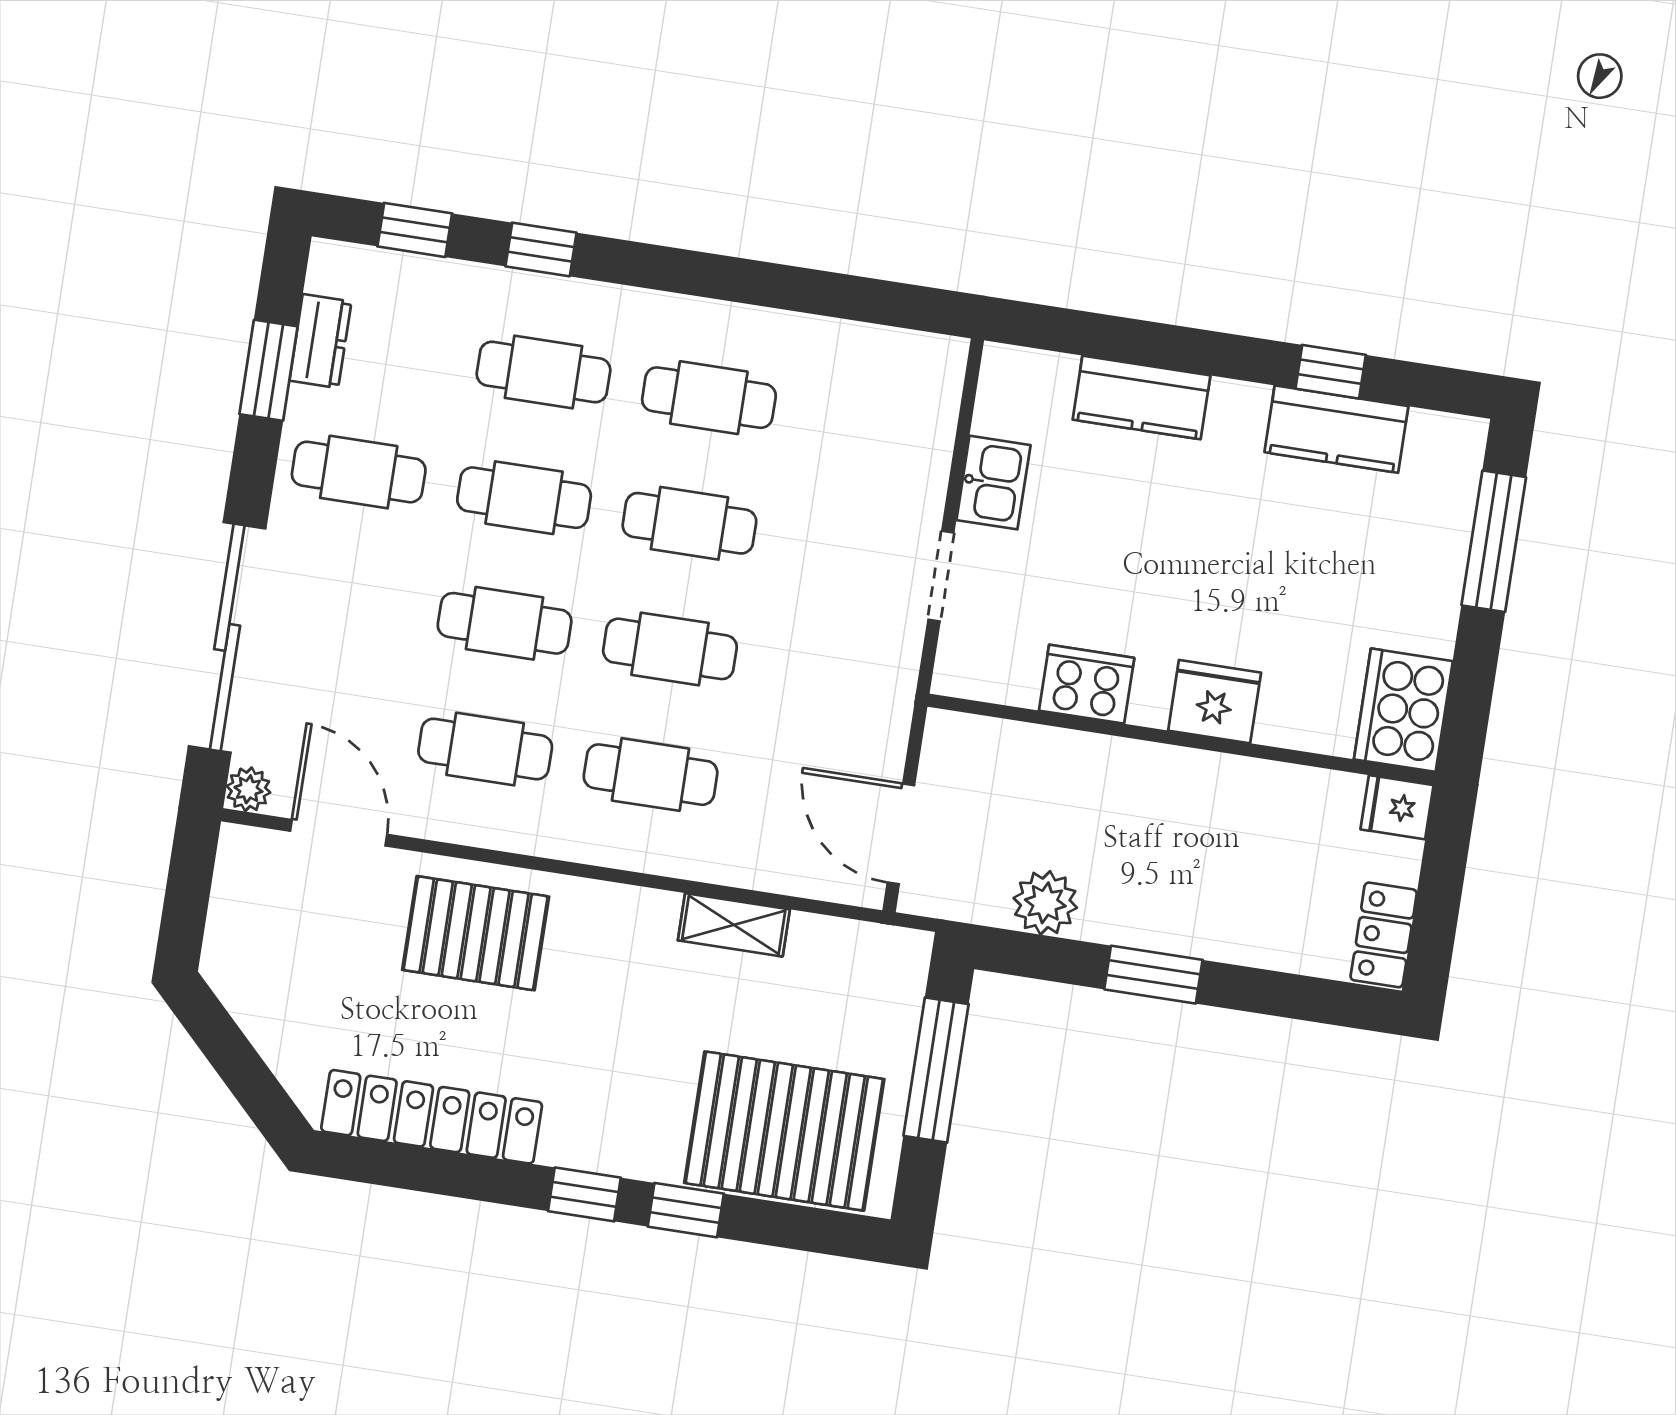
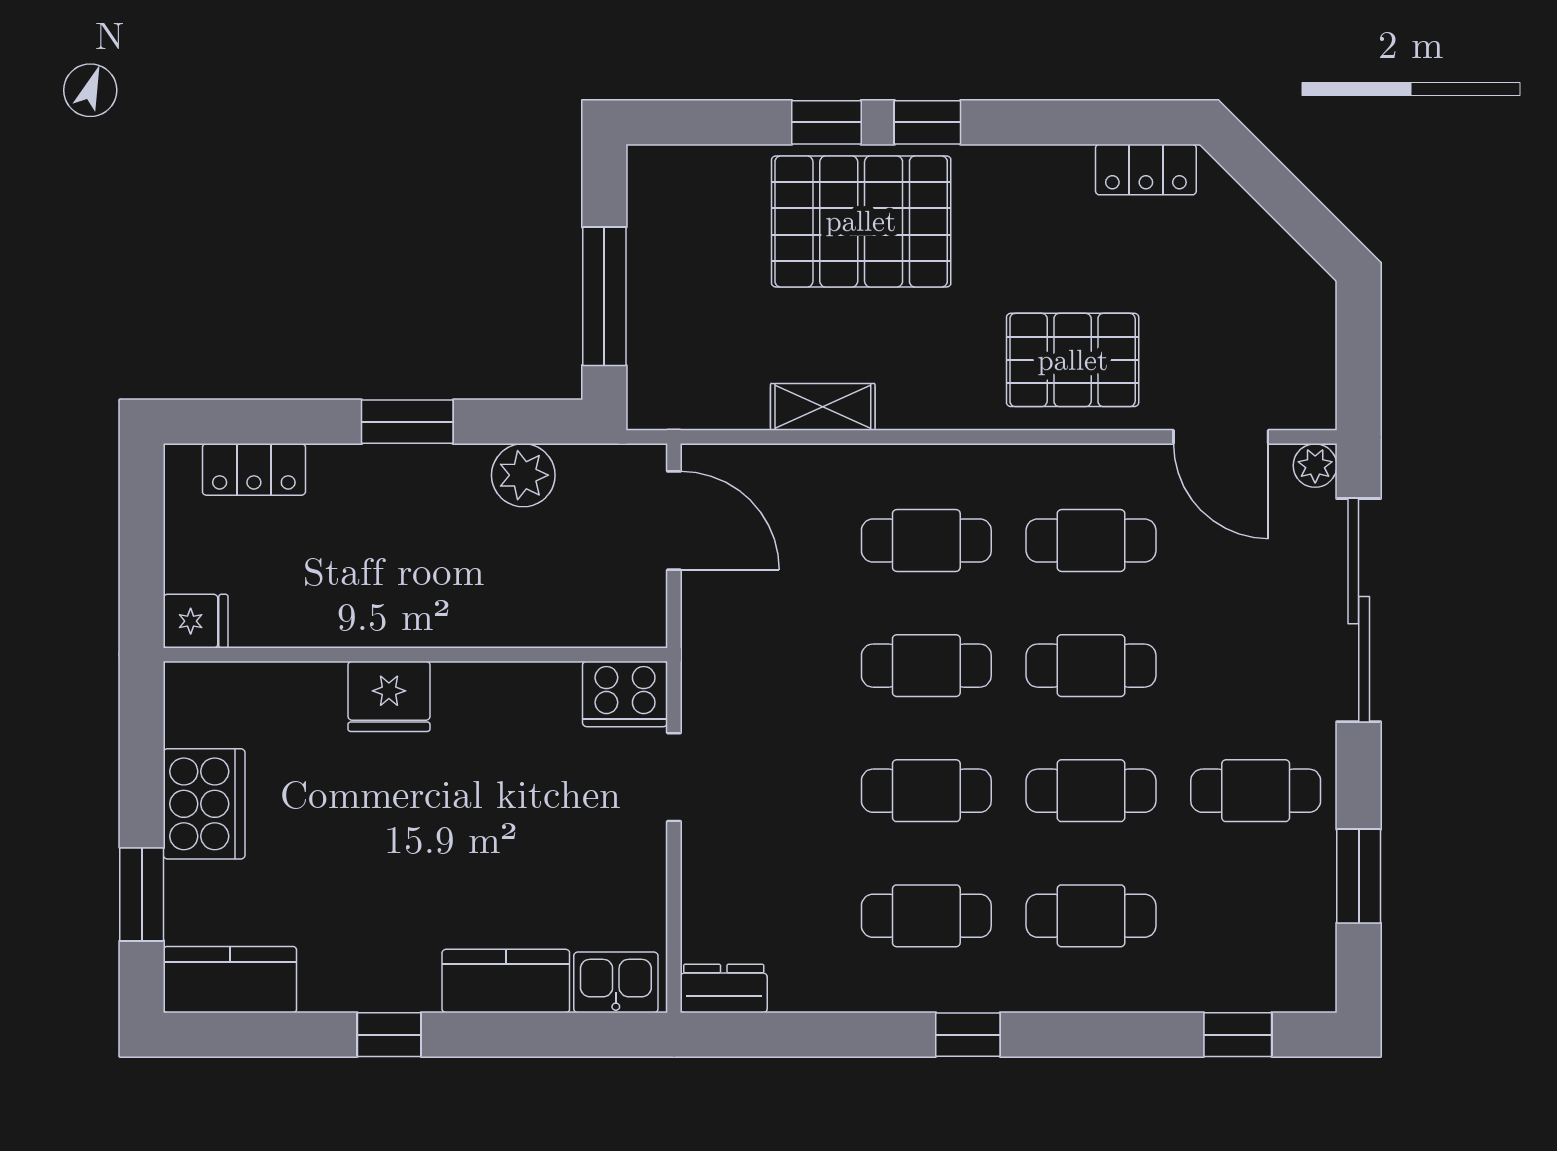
window: (541, 249) -> (968, 1035), moved
dresser: (320, 341) -> (724, 988), moved, turned 90
window: (1331, 372) -> (389, 1035), moved
kitchen counter: (1336, 429) -> (230, 980), moved
kitchen sink: (993, 483) -> (616, 982), moved, turned 90
window: (1494, 541) -> (142, 894), width x0.69
cooker: (1087, 684) -> (625, 694), moved
cooker: (1403, 710) -> (204, 804), moved
locker: (1384, 935) -> (254, 469), moved, turned 90
locker: (432, 1117) -> (1146, 170), width x0.46, depth x0.83
pallet: (784, 1131) -> (861, 221), moved

